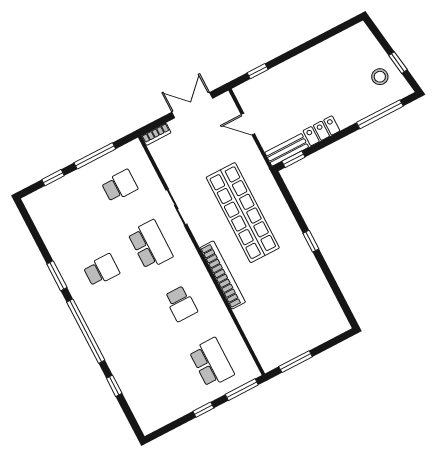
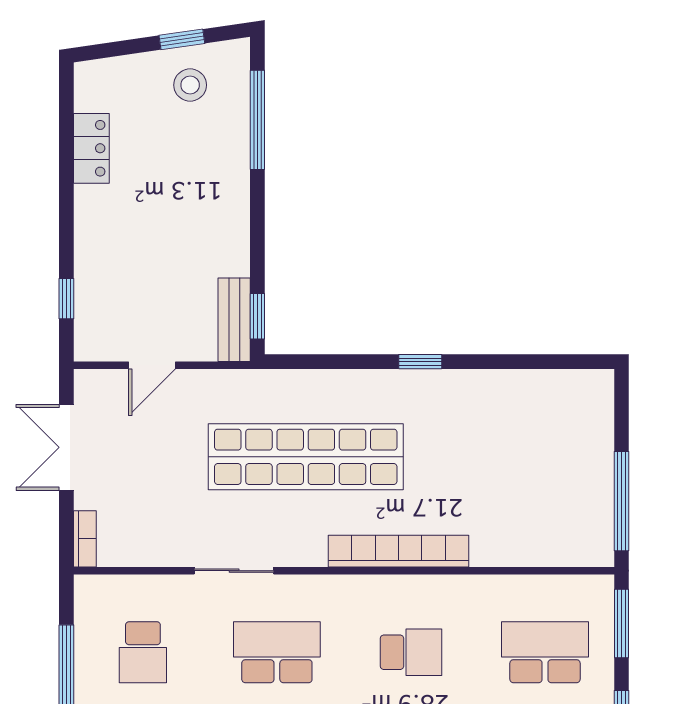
locker: (321, 131) -> (91, 148), moved, turned 180
school desk: (120, 186) -> (143, 652), turned 180
window: (296, 362) -> (621, 501), width x1.44

